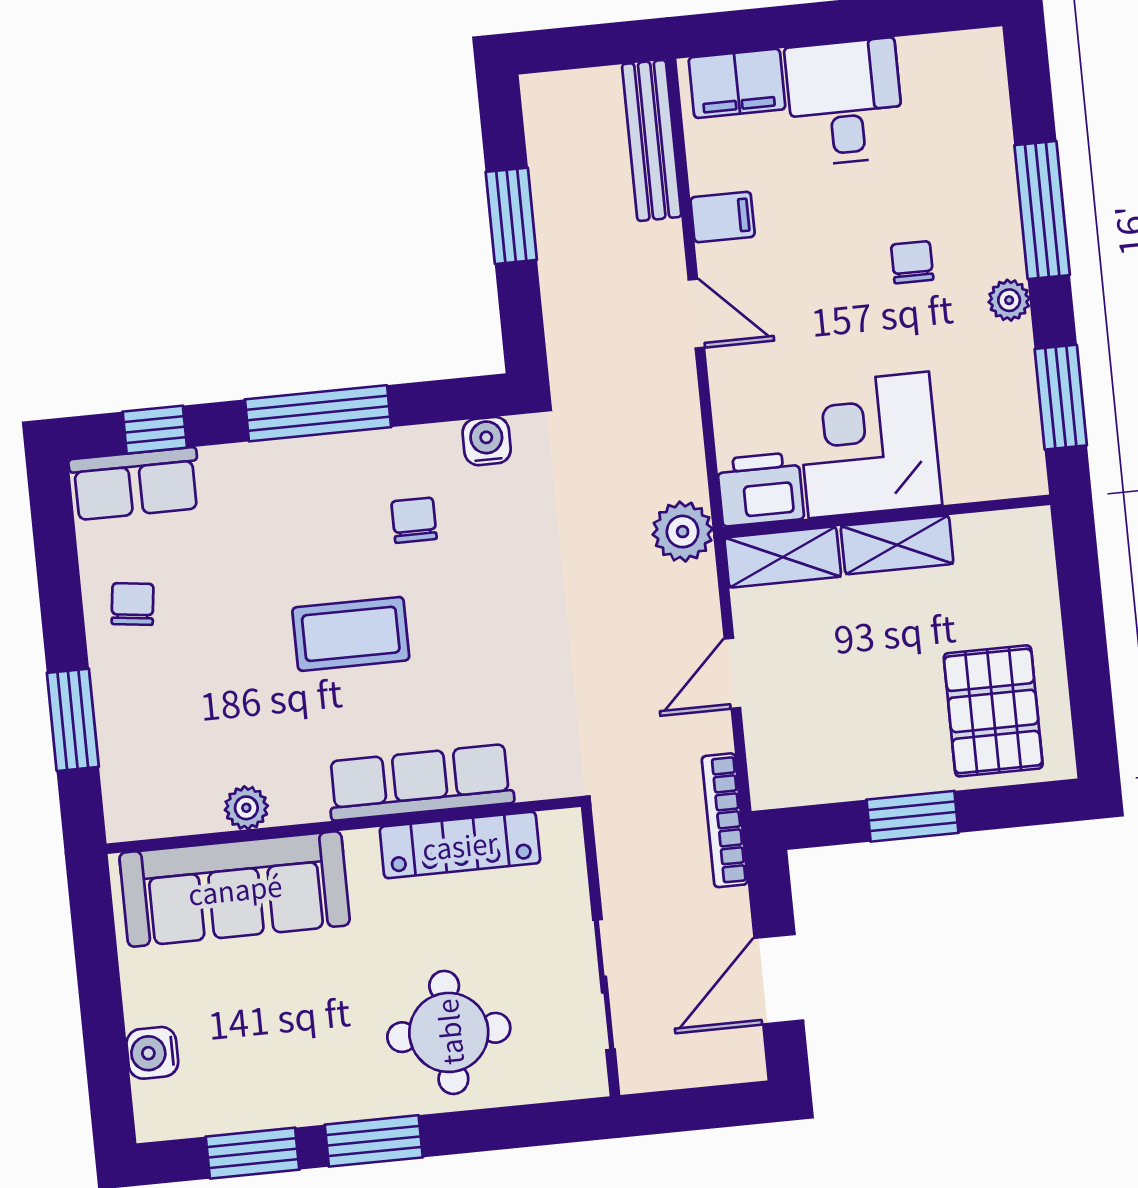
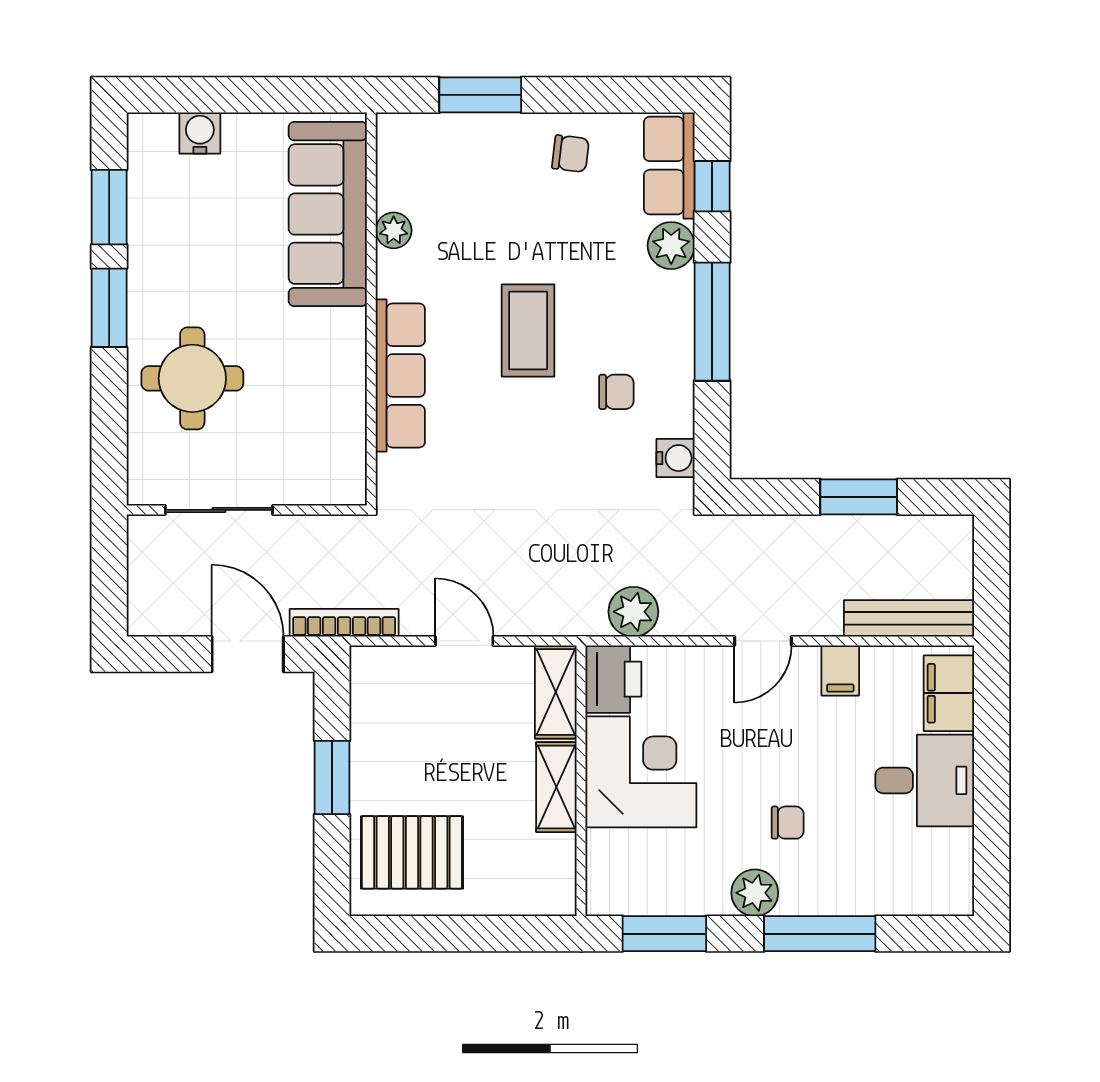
plant: (1009, 300) -> (755, 893), width x1.38, depth x1.38
plant: (231, 472) -> (671, 246), added
plant: (683, 532) -> (633, 612), moved
locker: (460, 845) -> (346, 403), removed
door: (779, 979) -> (248, 654), moved

